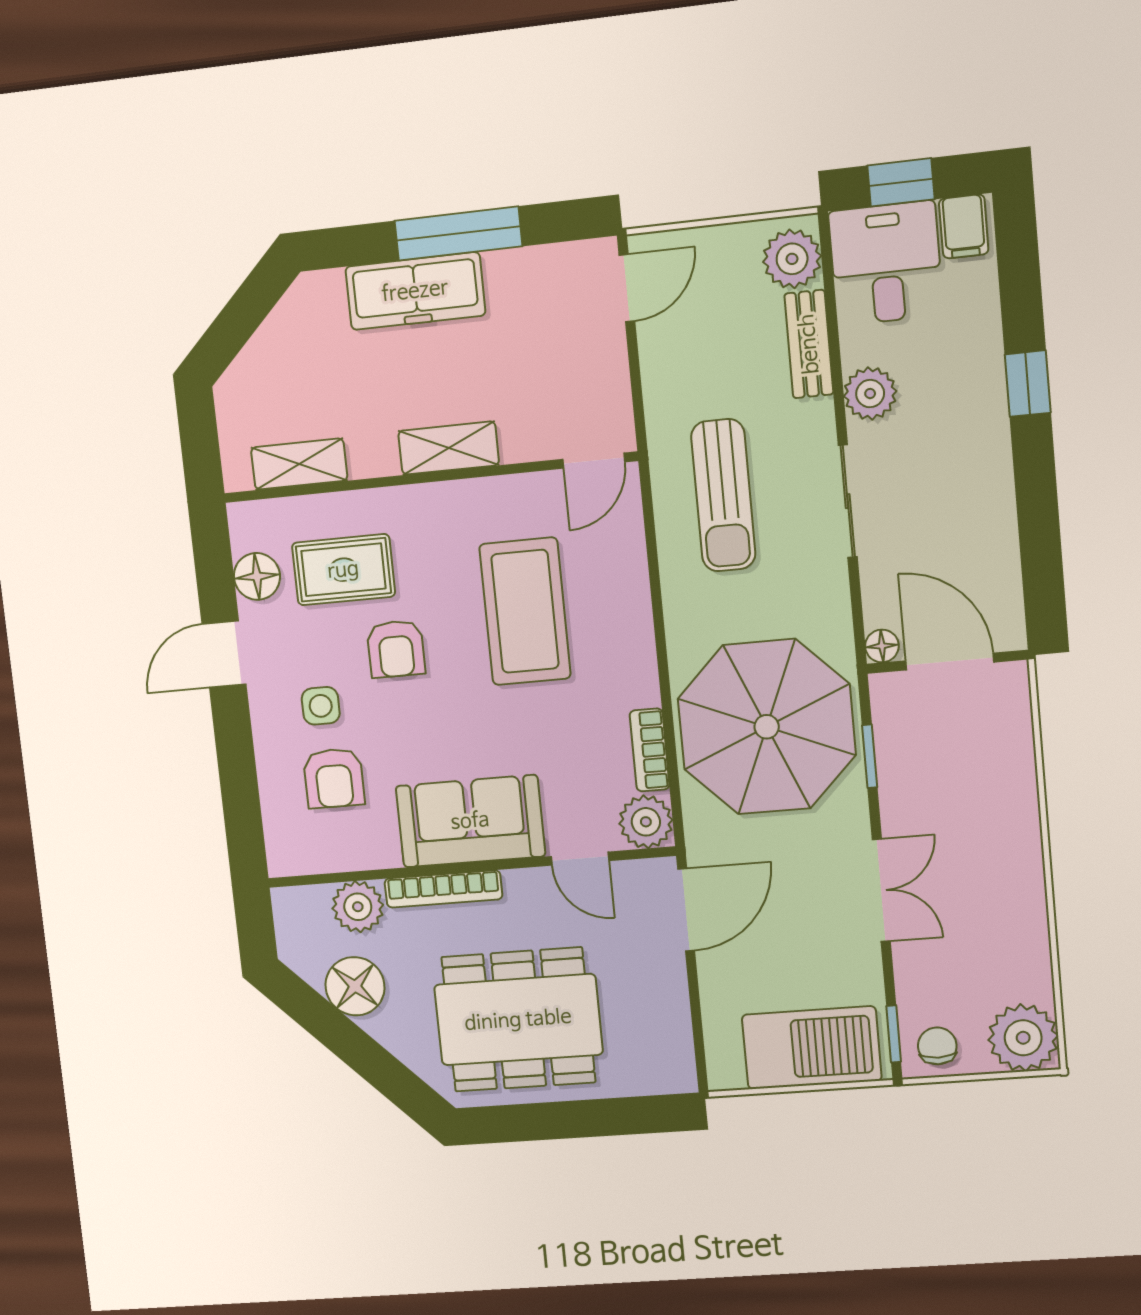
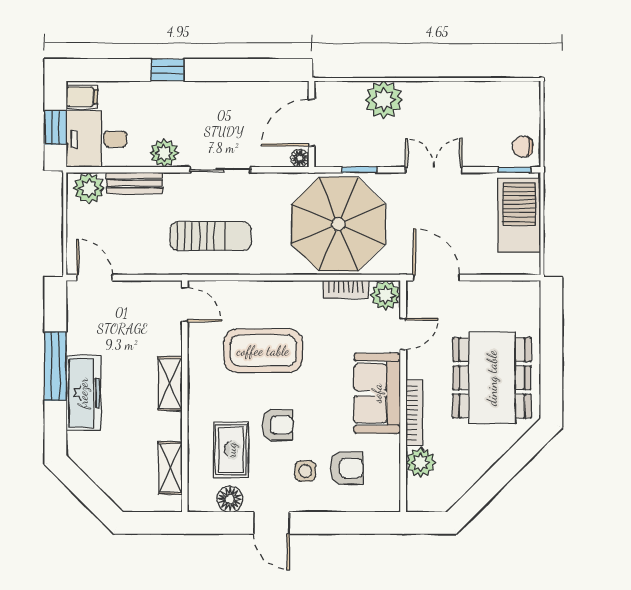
floor lamp: (355, 986) -> (466, 469), removed
plant: (1023, 1038) -> (384, 100), moved

